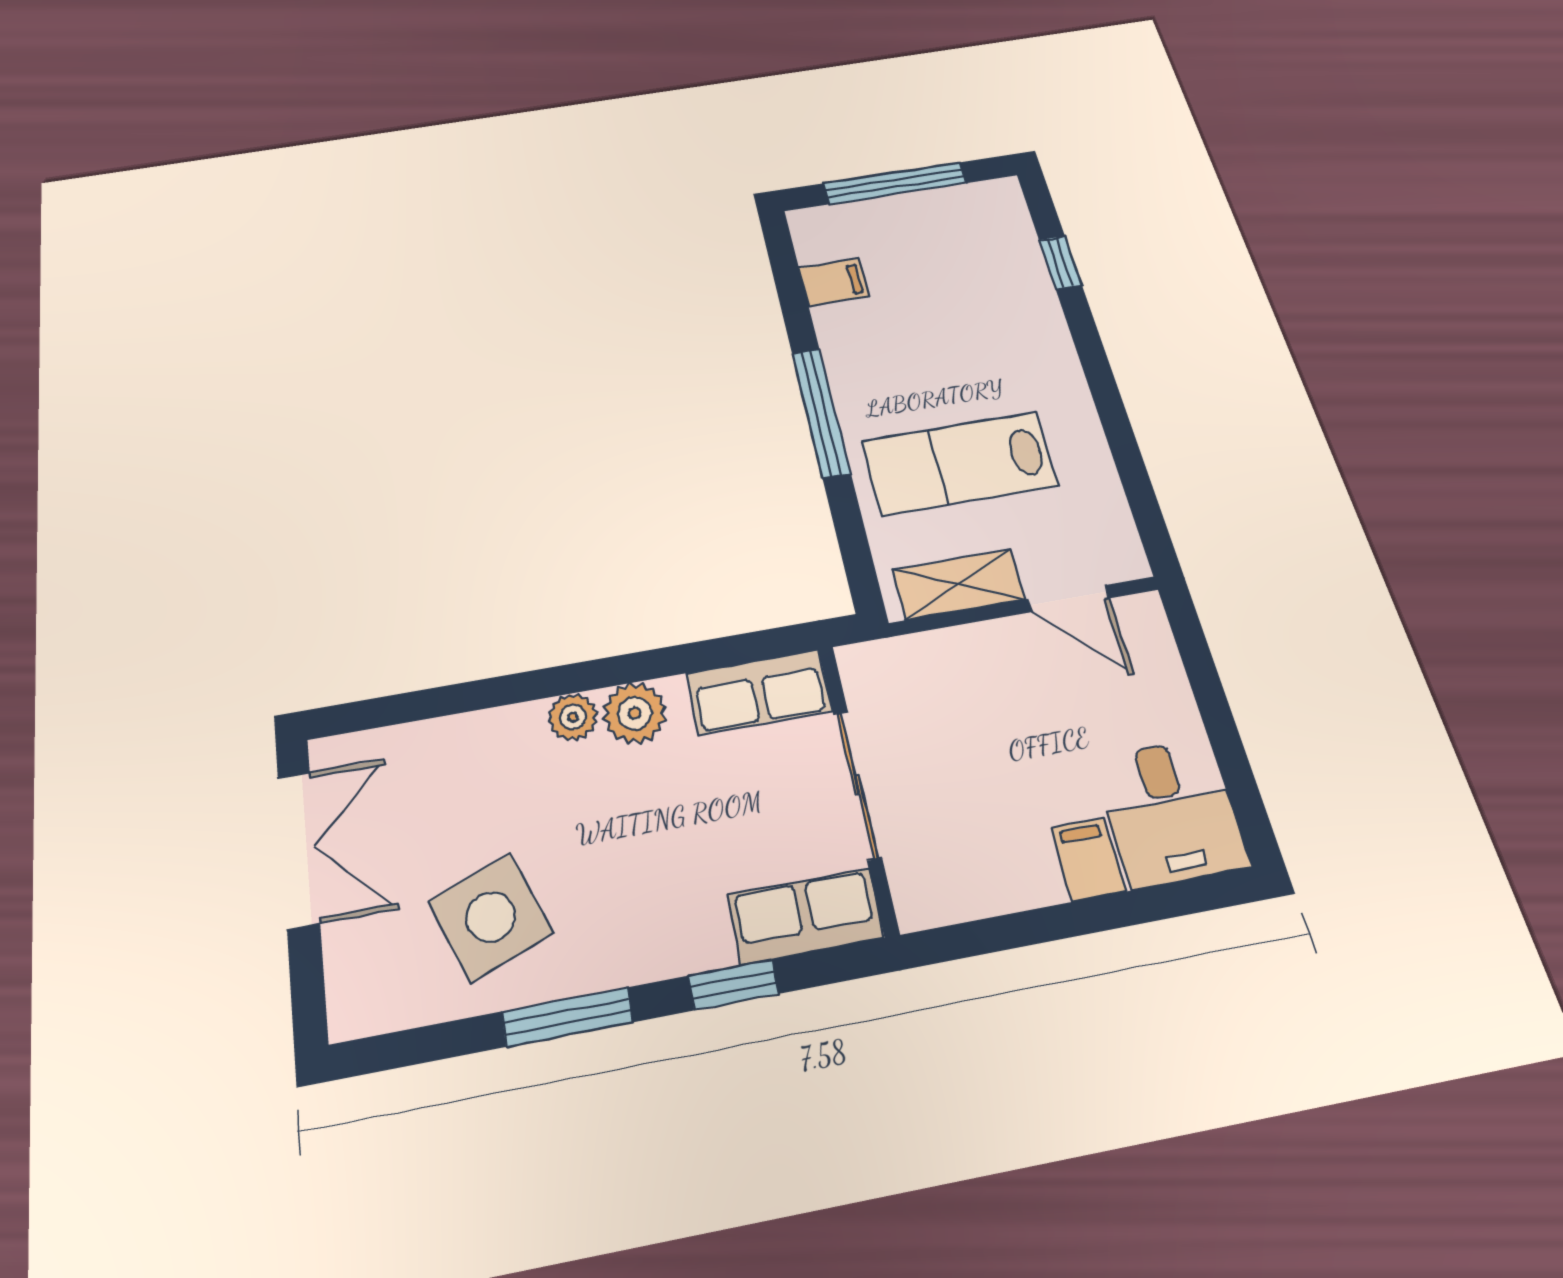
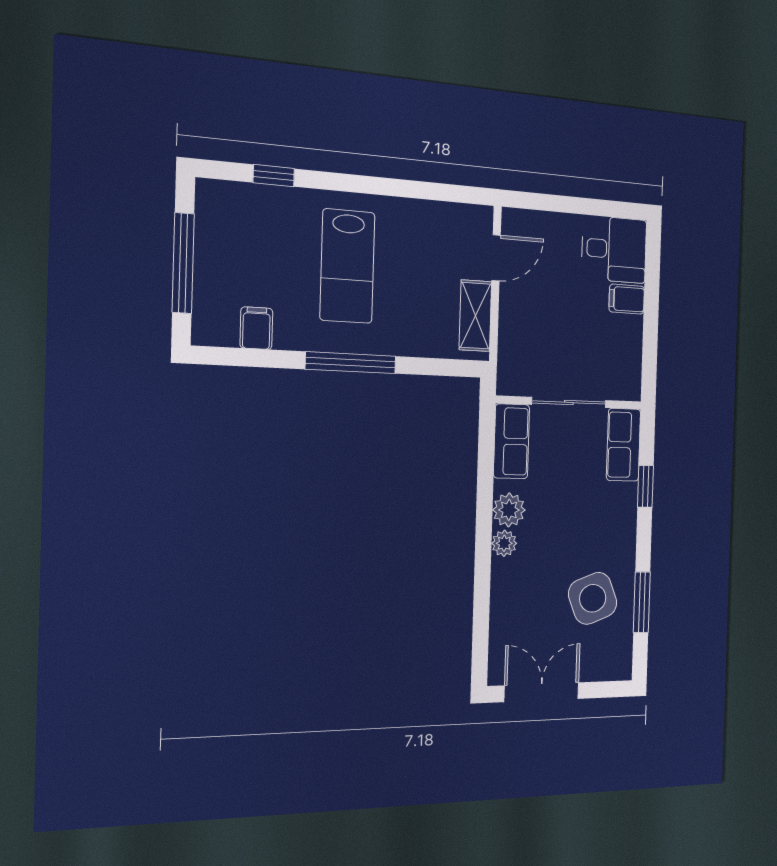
lab bench: (959, 463) -> (347, 266), moved
window: (567, 1017) -> (642, 602), moved

